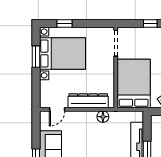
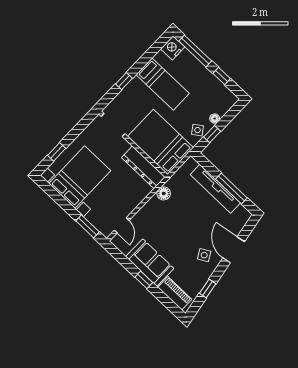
window: (36, 57) -> (88, 226), moved
dresser: (88, 101) -> (143, 167), moved, turned -90

